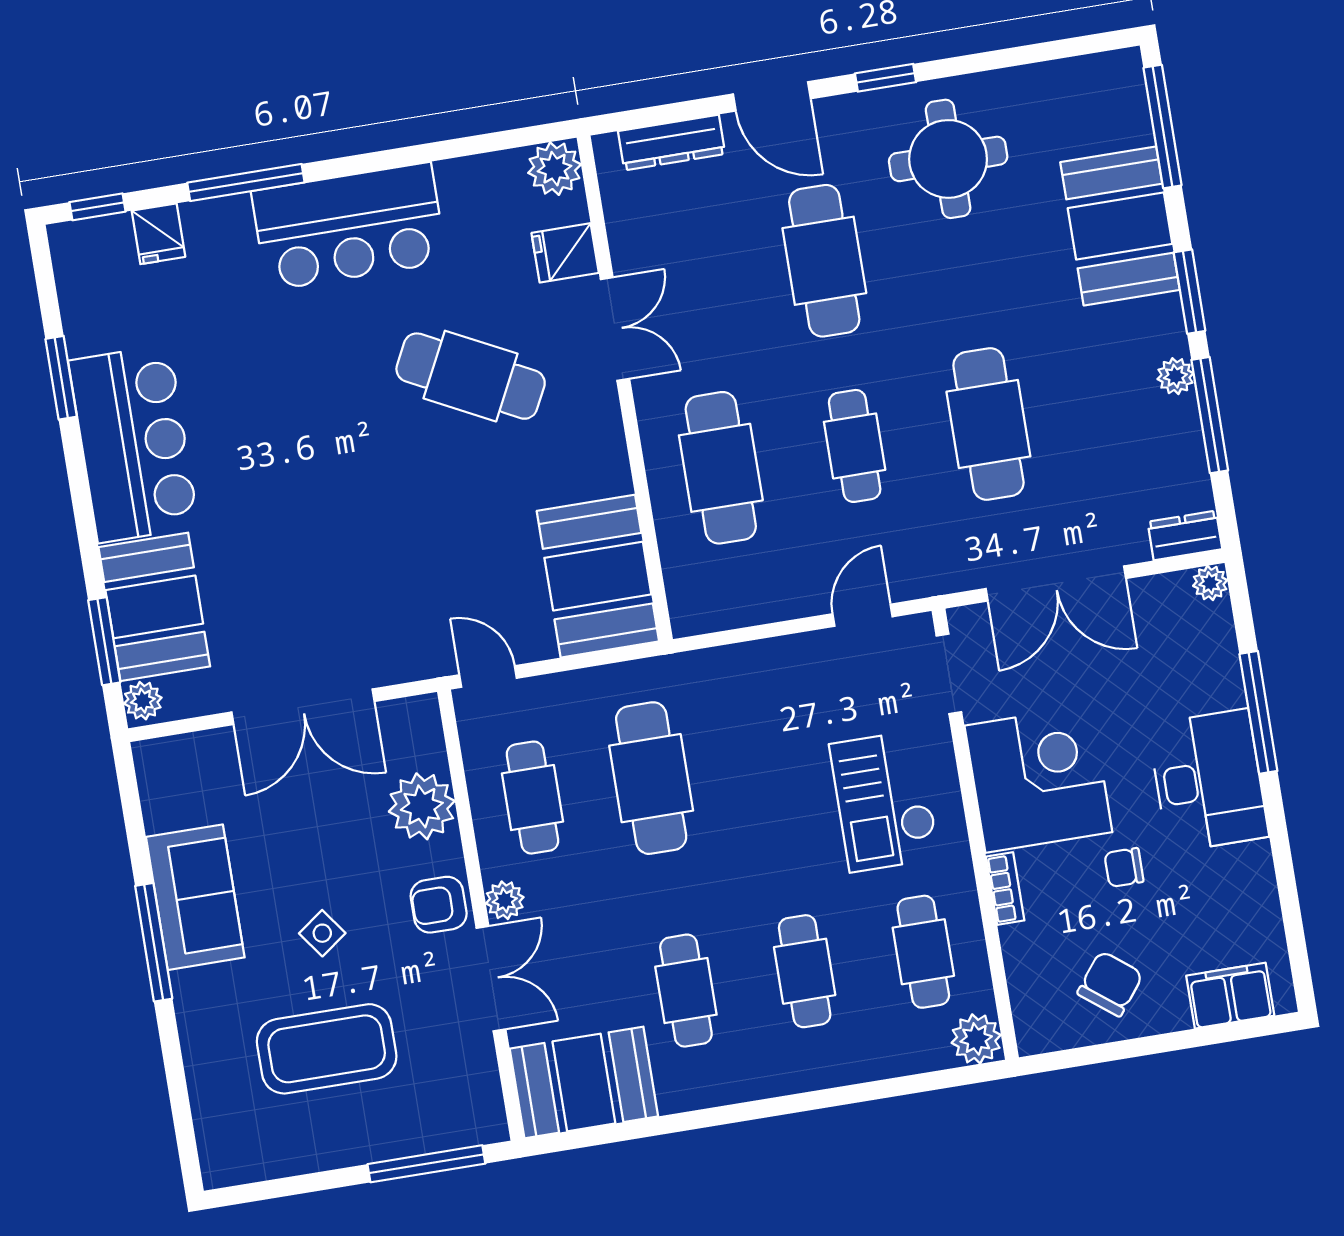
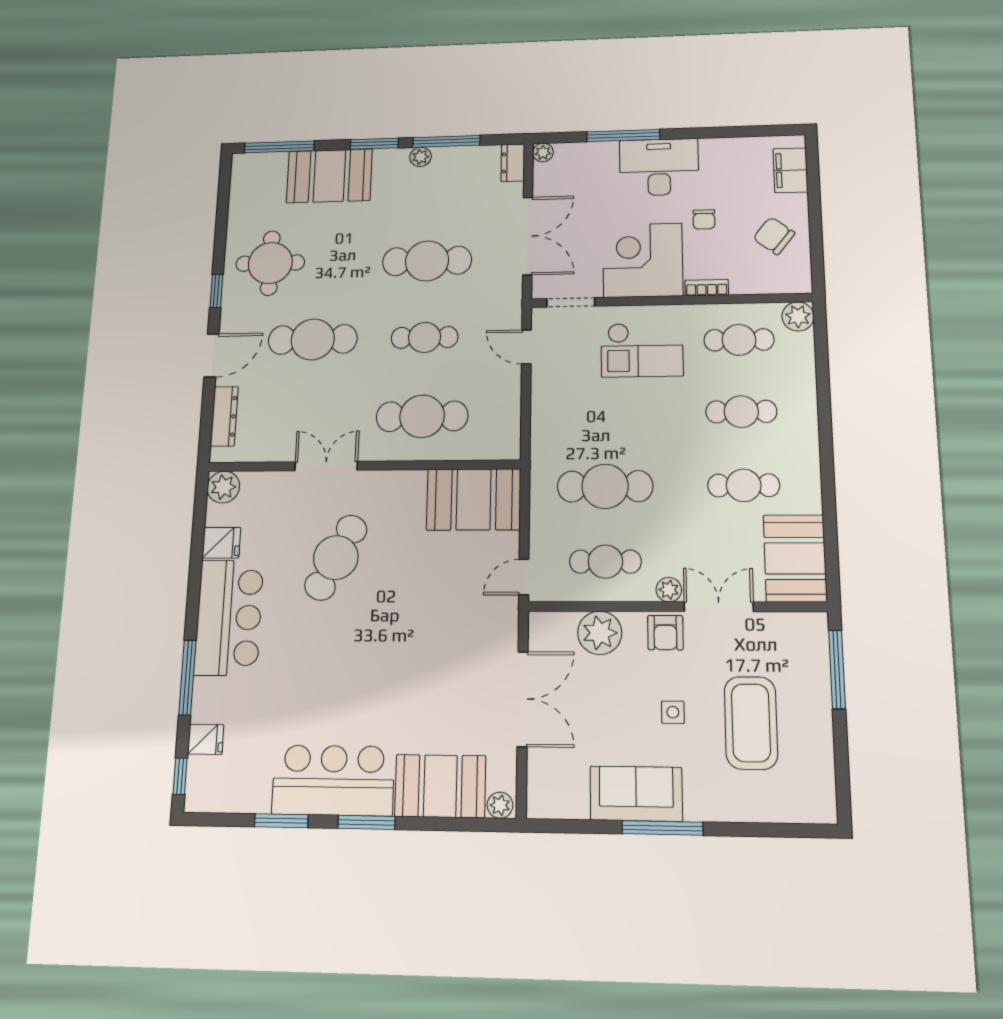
fridge: (565, 253) -> (221, 543), moved, turned -90
window: (104, 641) -> (366, 822), moved
side table: (322, 933) -> (673, 712), turned 36

